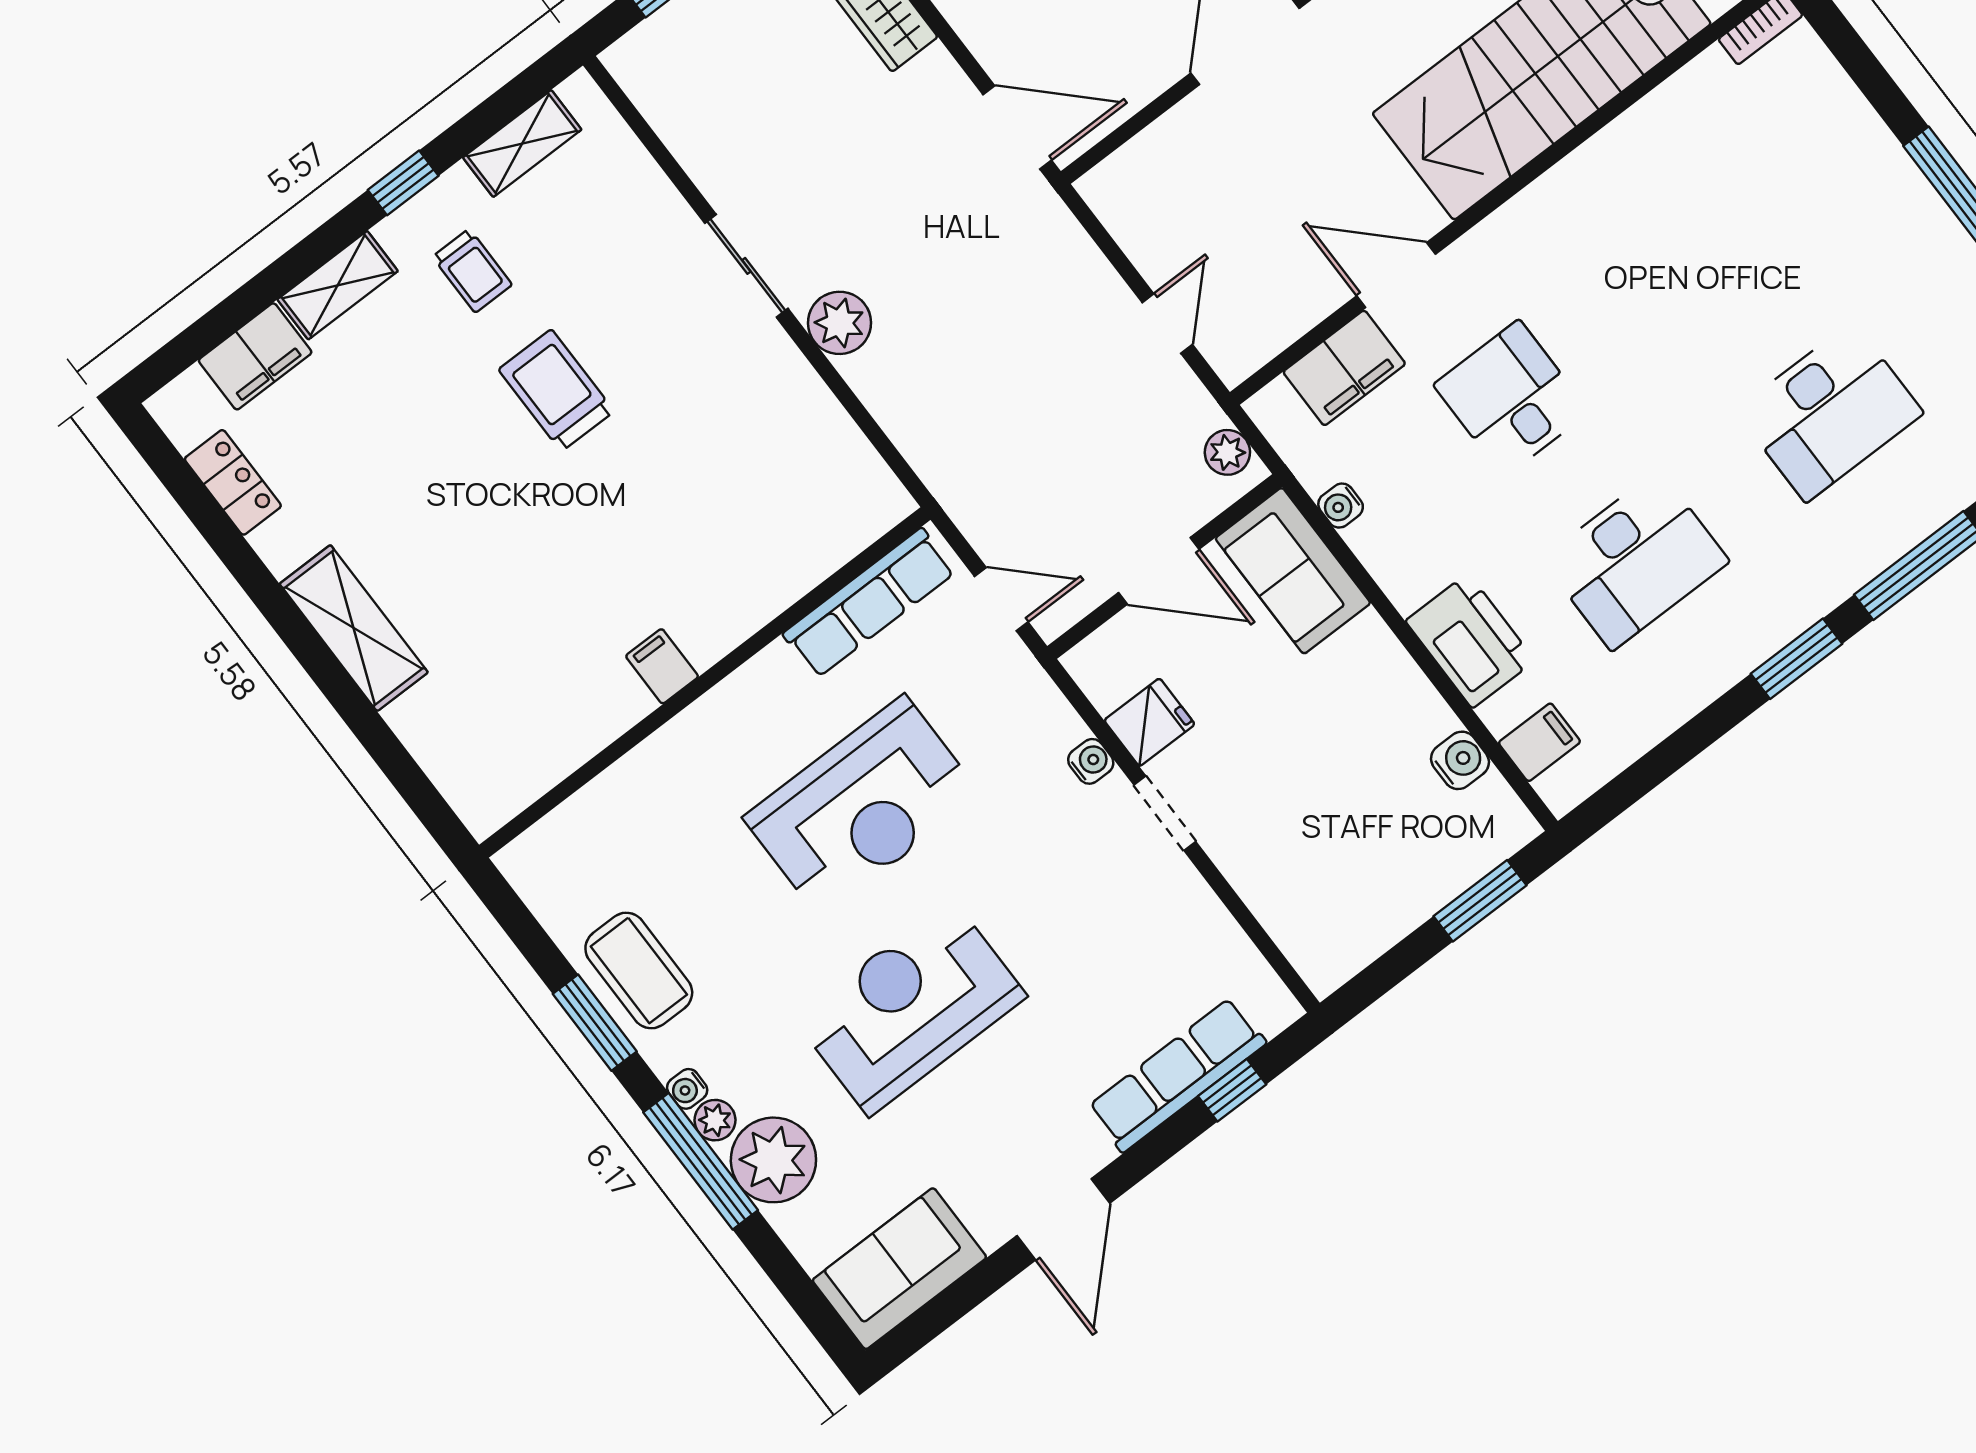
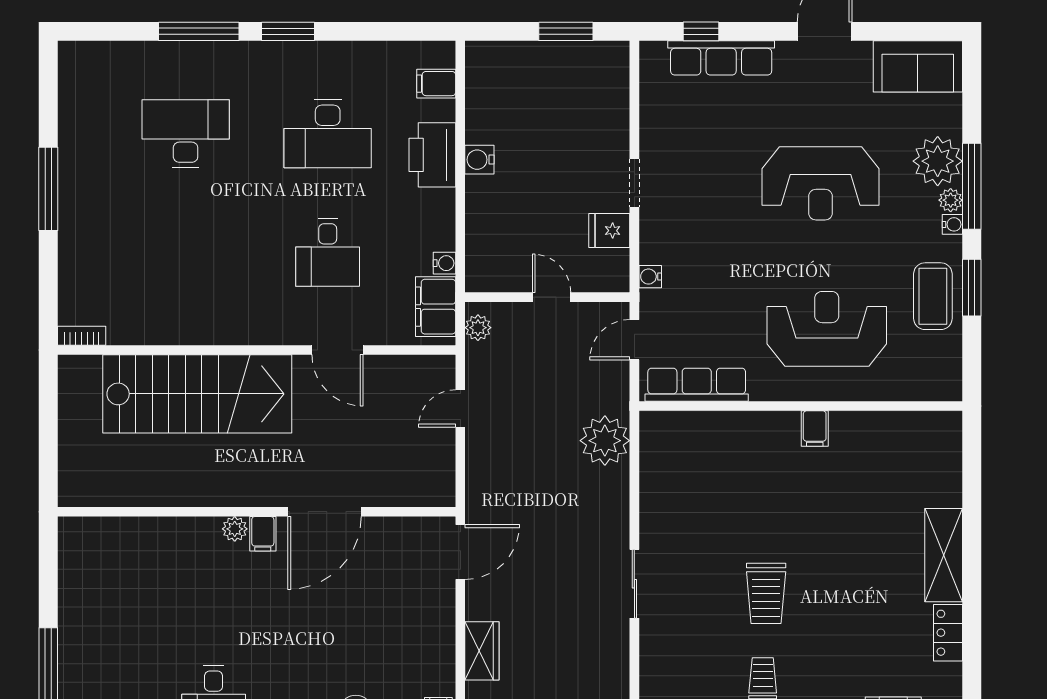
door: (1017, 127) -> (460, 552), swing flipped
plant: (839, 323) -> (605, 441), moved, width x1.36, depth x1.36
filing cabinet: (1344, 368) -> (436, 307), moved, turned -90
locker: (233, 482) -> (948, 633), moved
desk: (1635, 560) -> (328, 134), turned 180
door: (1159, 571) -> (552, 297), width x0.73
sofa: (1293, 571) -> (490, 250), removed
door: (1001, 599) -> (634, 340), hinge flipped
water cooler: (1460, 760) -> (479, 160), moved
water cooler: (1091, 761) -> (650, 277), moved
reception desk: (862, 806) -> (827, 329), moved
window: (1480, 901) -> (566, 31), moved

